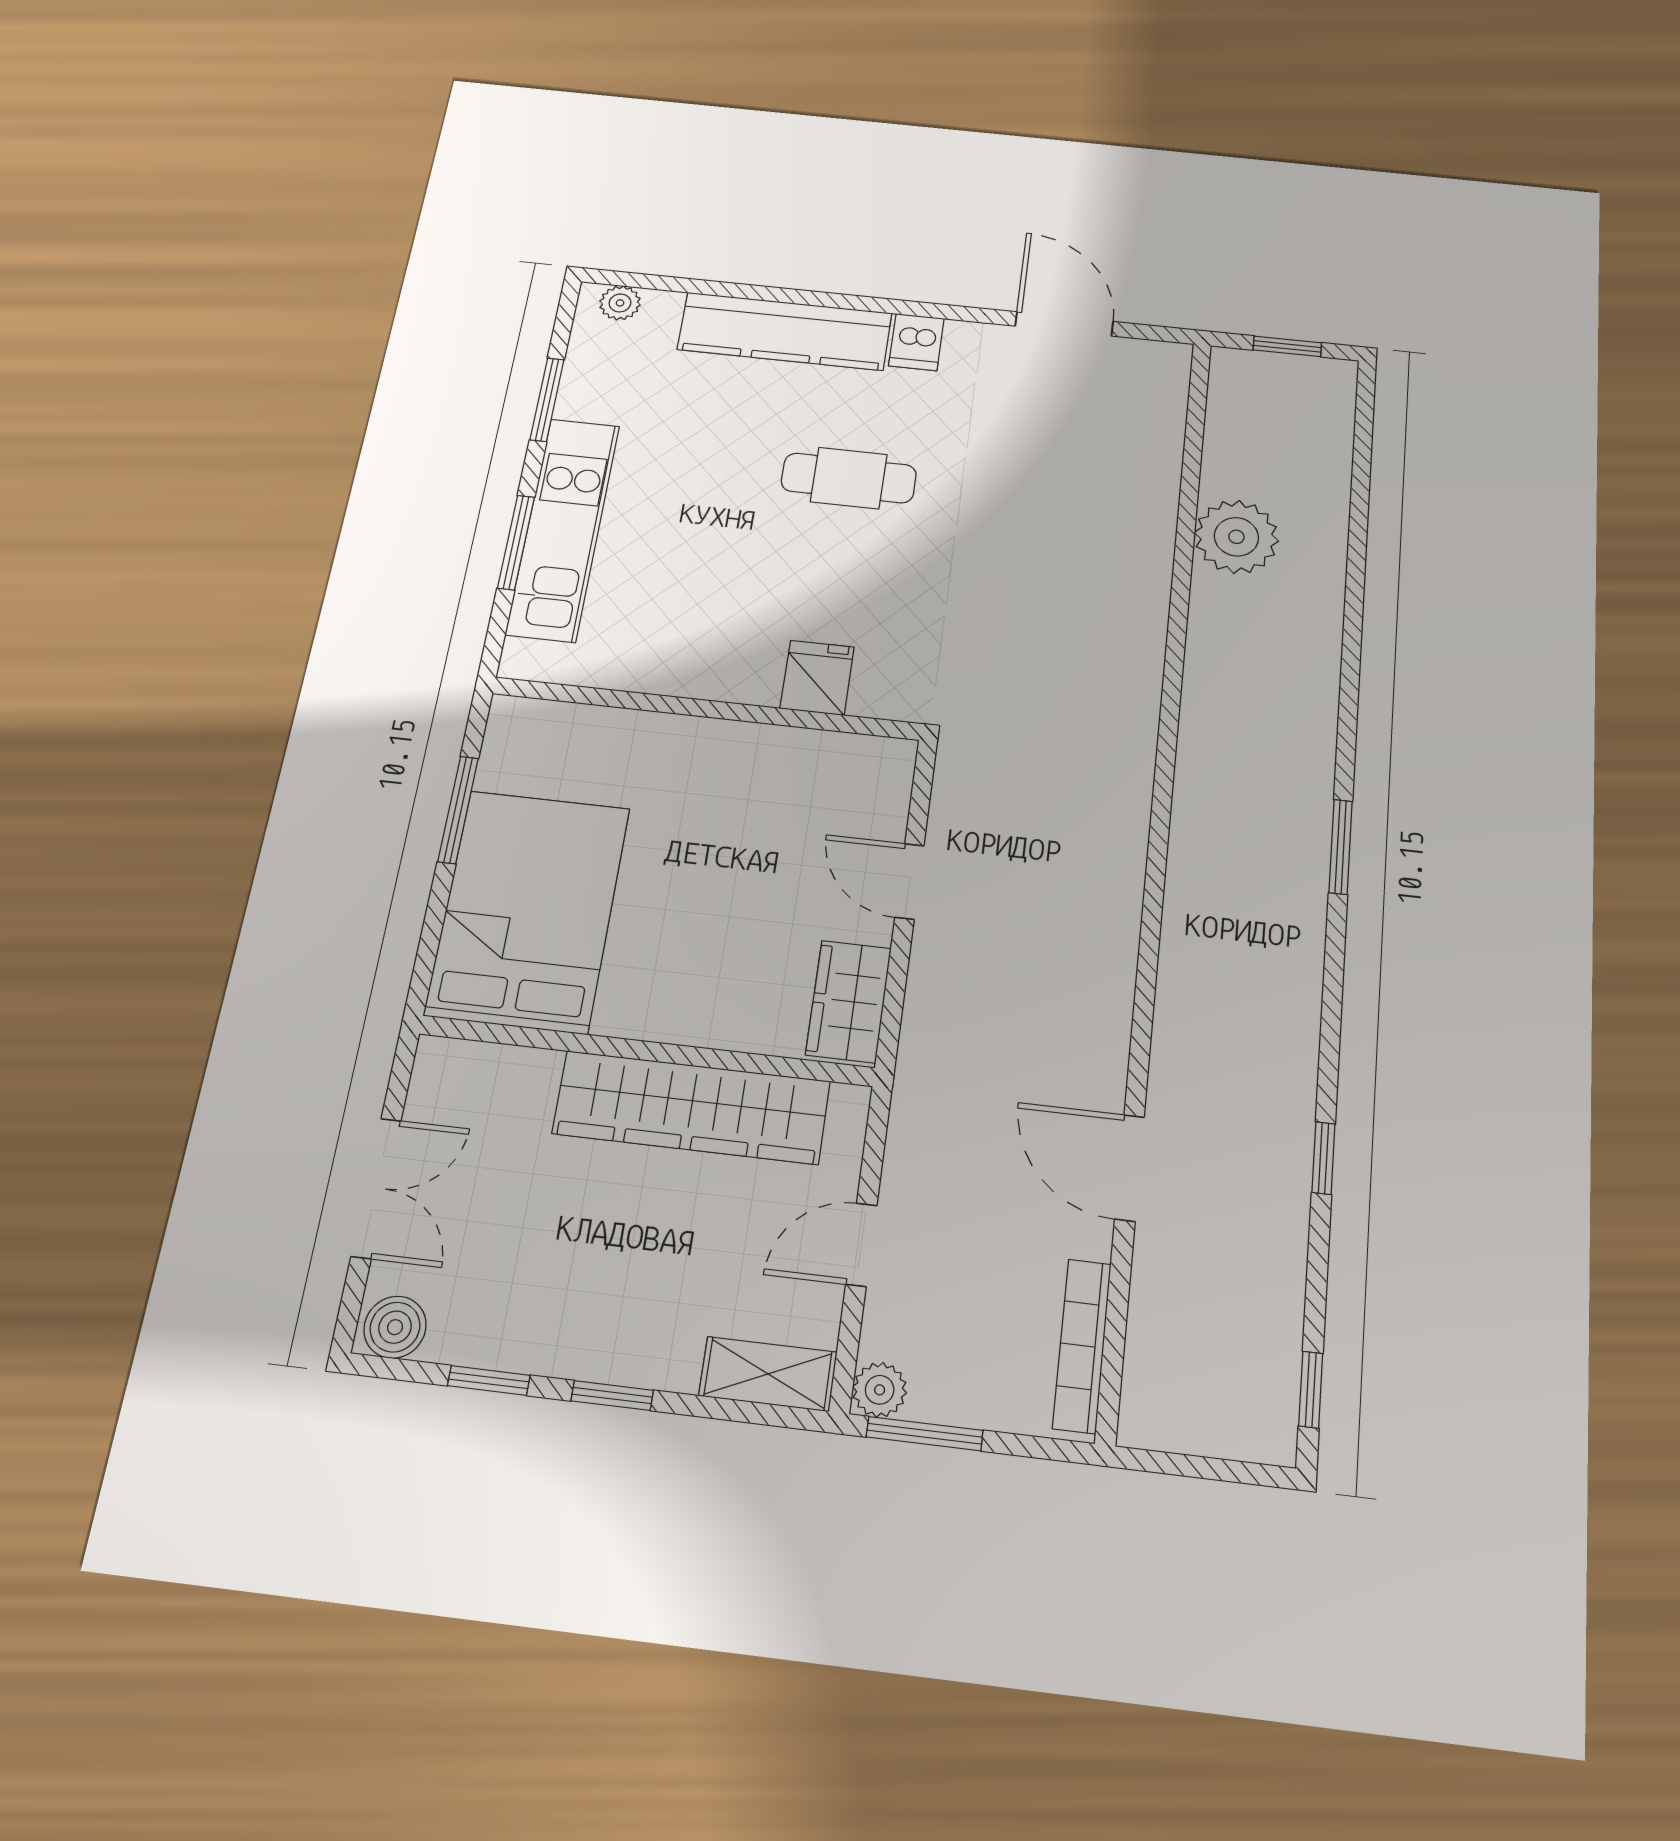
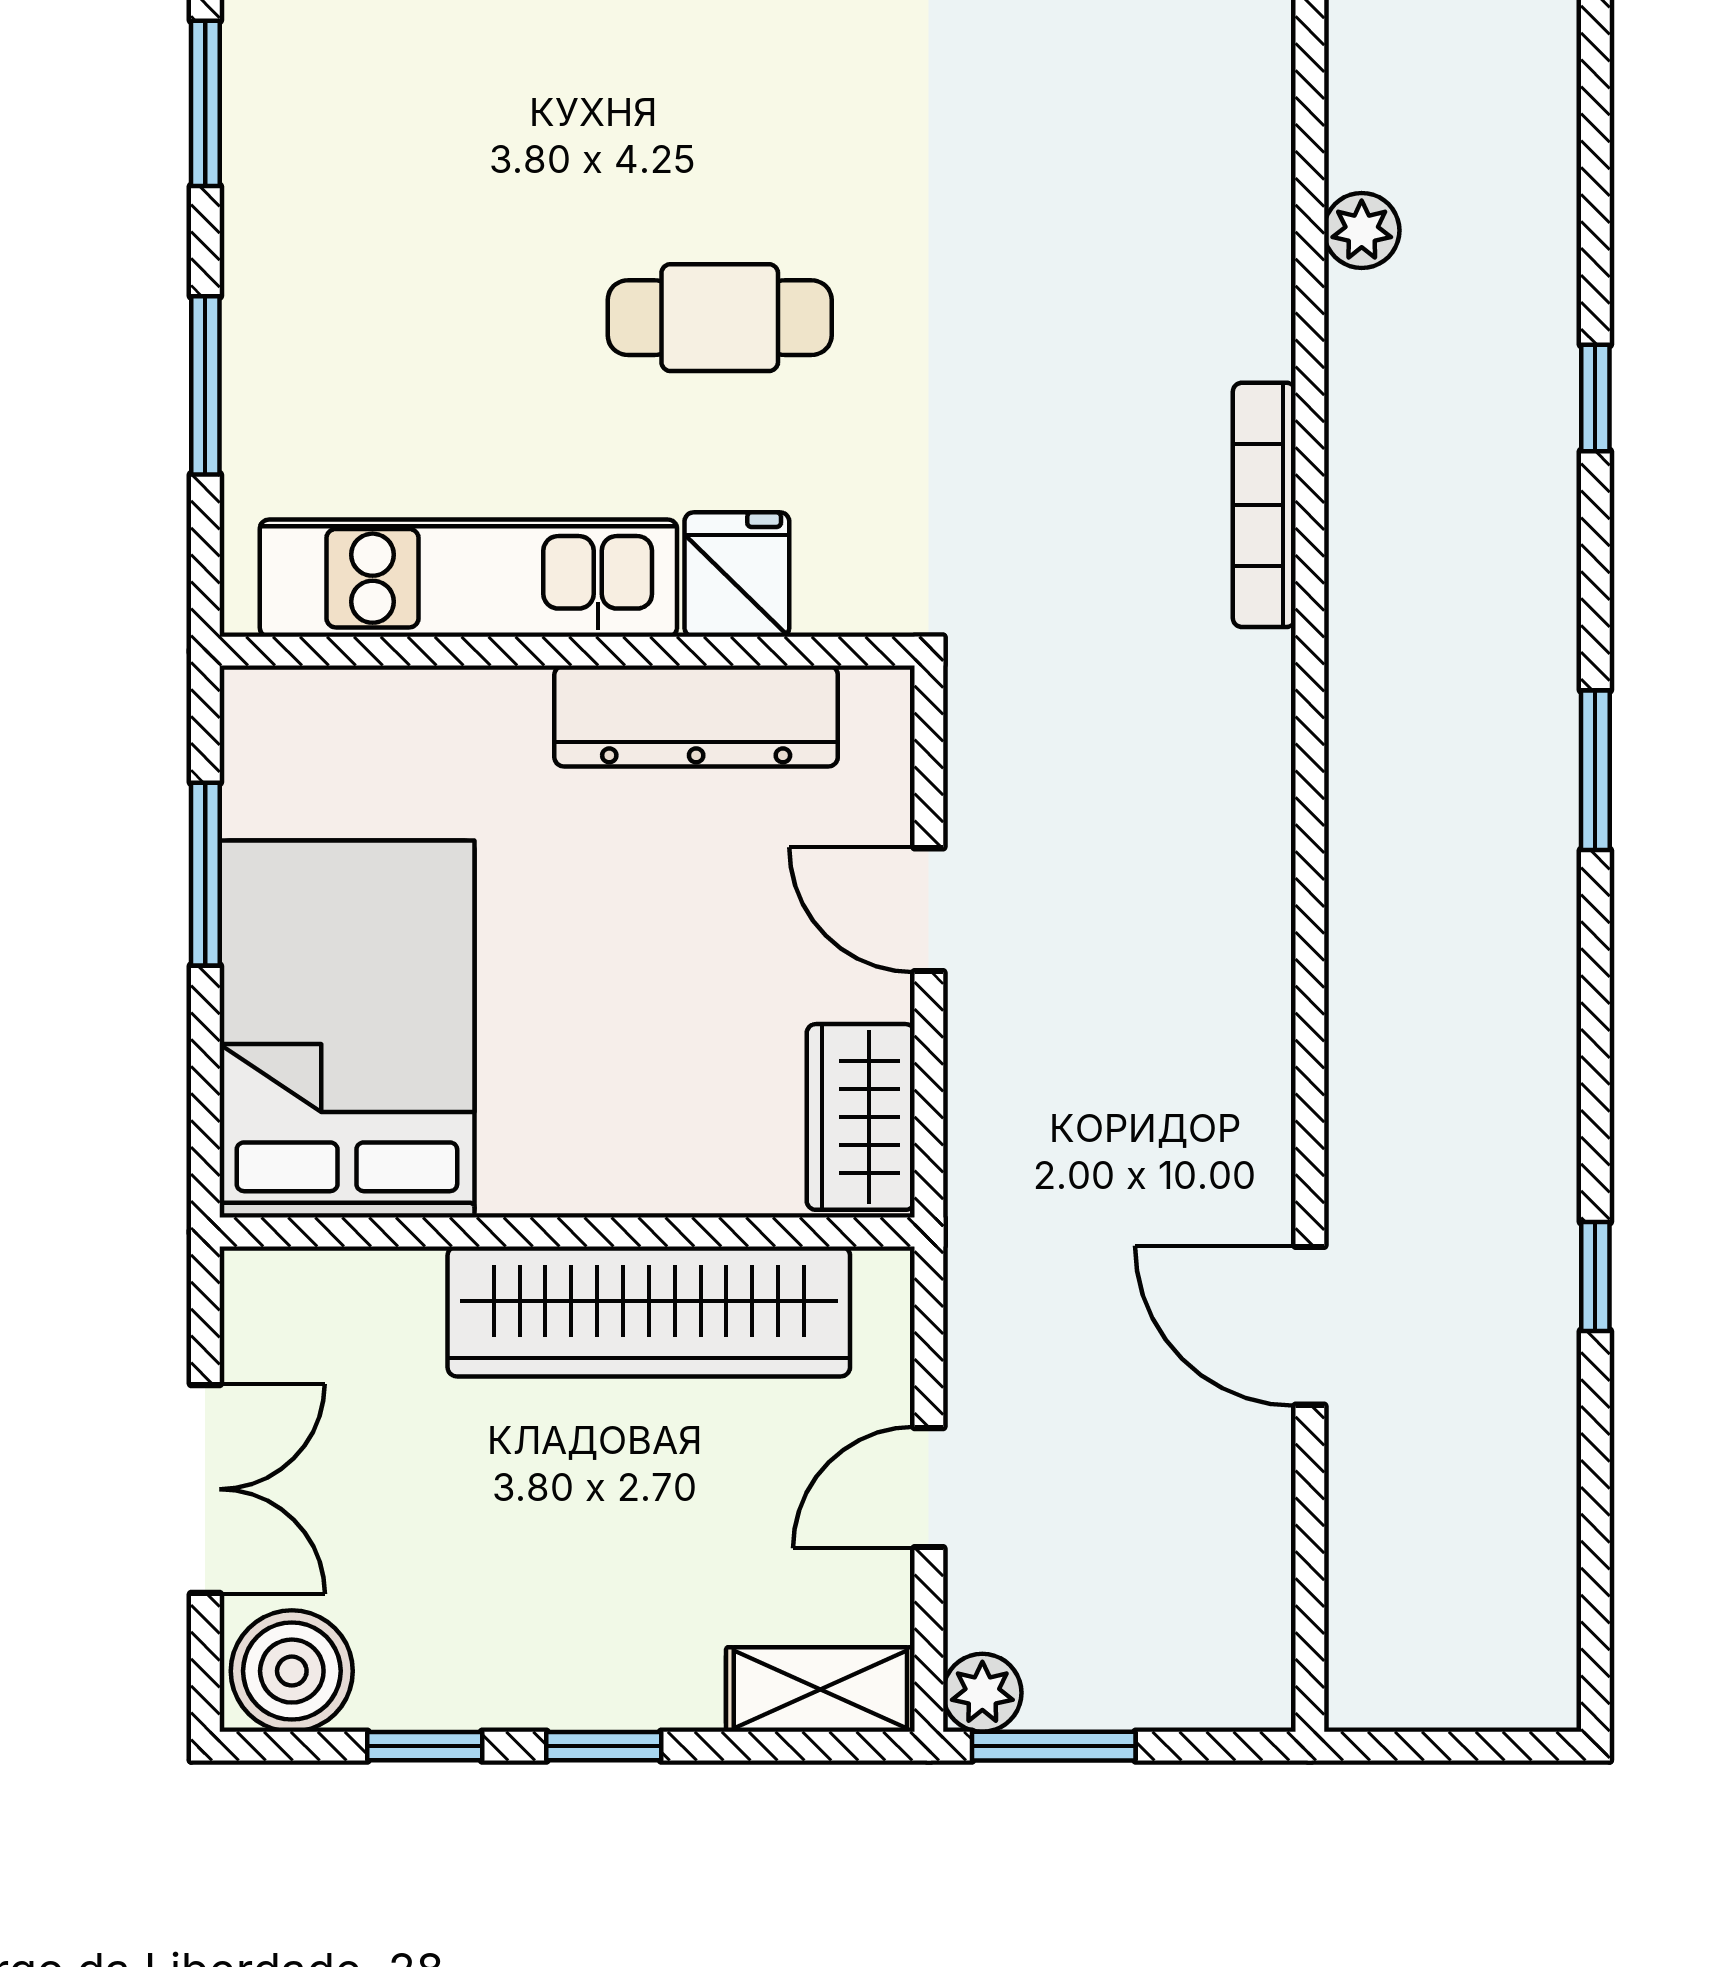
cafe table: (849, 478) -> (720, 318), moved
kitchen unit: (563, 529) -> (468, 578), moved, turned -90
plant: (1236, 537) -> (1362, 230), width x0.53, depth x0.53
dresser: (780, 753) -> (696, 716), added
boiler: (395, 1327) -> (292, 1671), width x1.36, depth x1.36
bookcase: (1082, 1346) -> (1264, 505), moved
window: (1311, 1390) -> (1595, 398), moved

